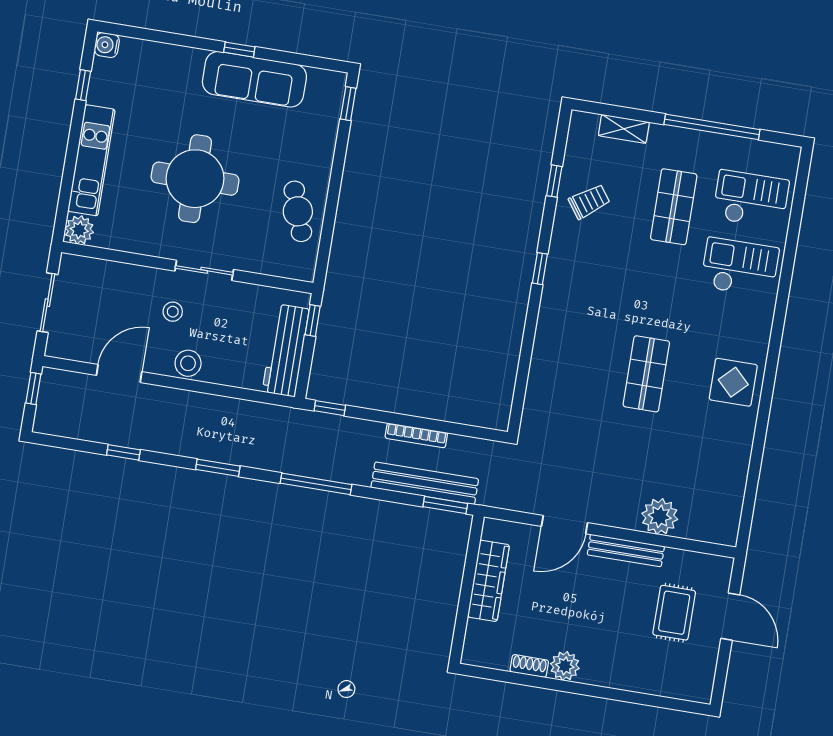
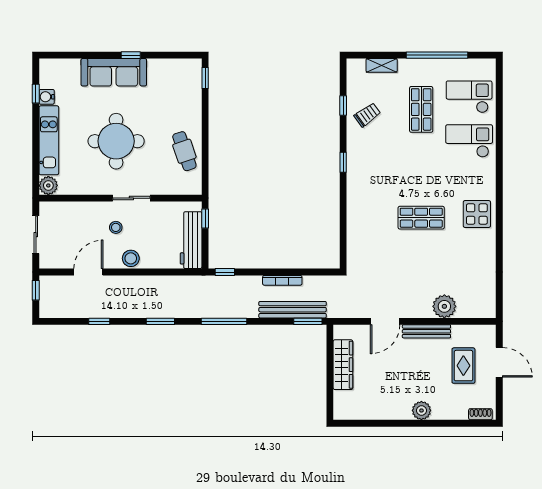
water cooler: (107, 45) -> (47, 97), moved
sofa: (254, 79) -> (114, 72), moved
shop shelf: (646, 374) -> (421, 218), turned 90
shoe rack: (529, 666) -> (480, 414), moved
plant: (565, 666) -> (421, 411), moved

